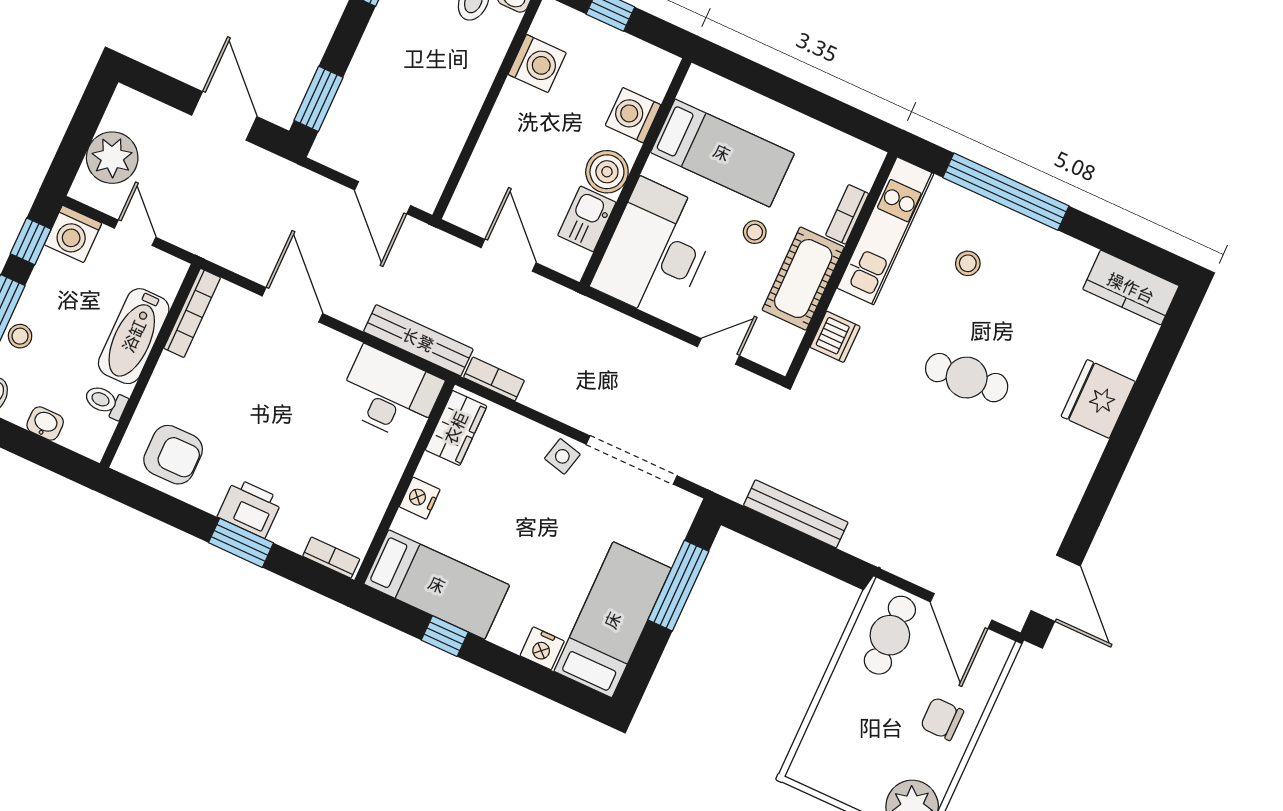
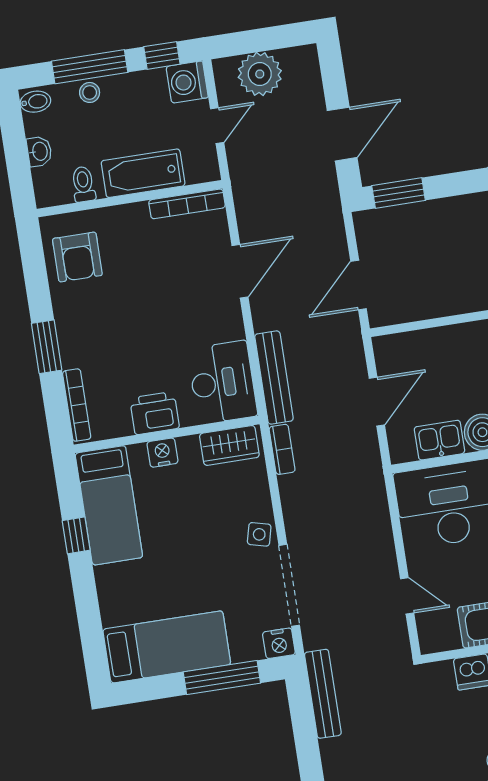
printer: (250, 508) -> (155, 413), moved, turned -90
bench: (796, 514) -> (323, 694), moved
bookcase: (331, 558) -> (77, 405), width x1.56
nightstand: (542, 648) -> (279, 643), moved, turned -90

